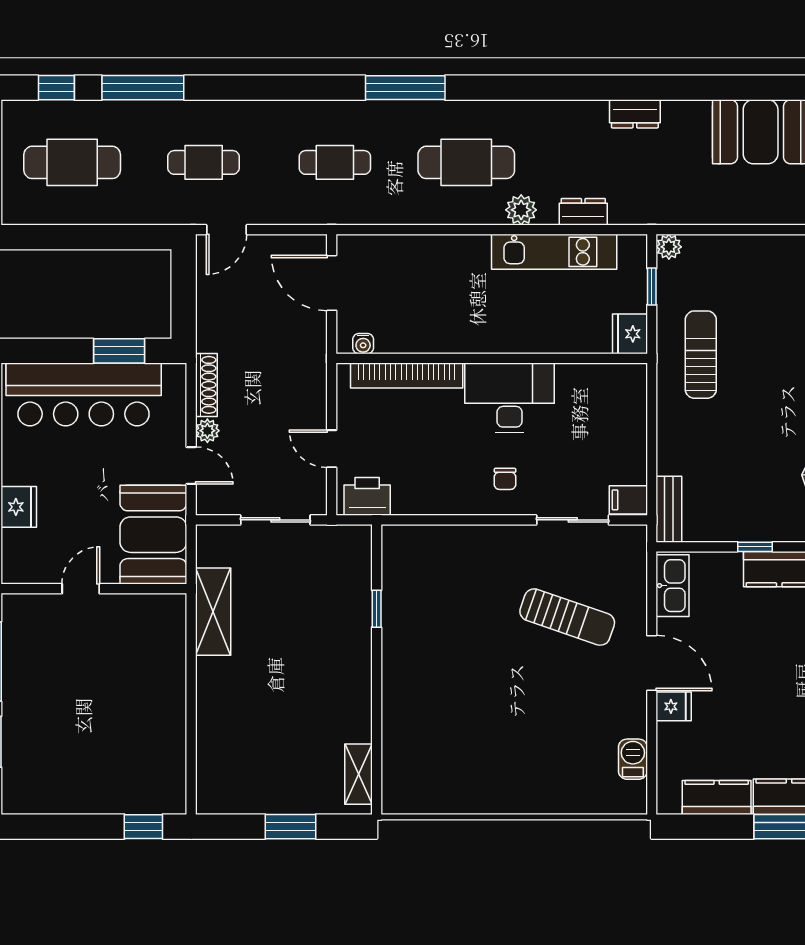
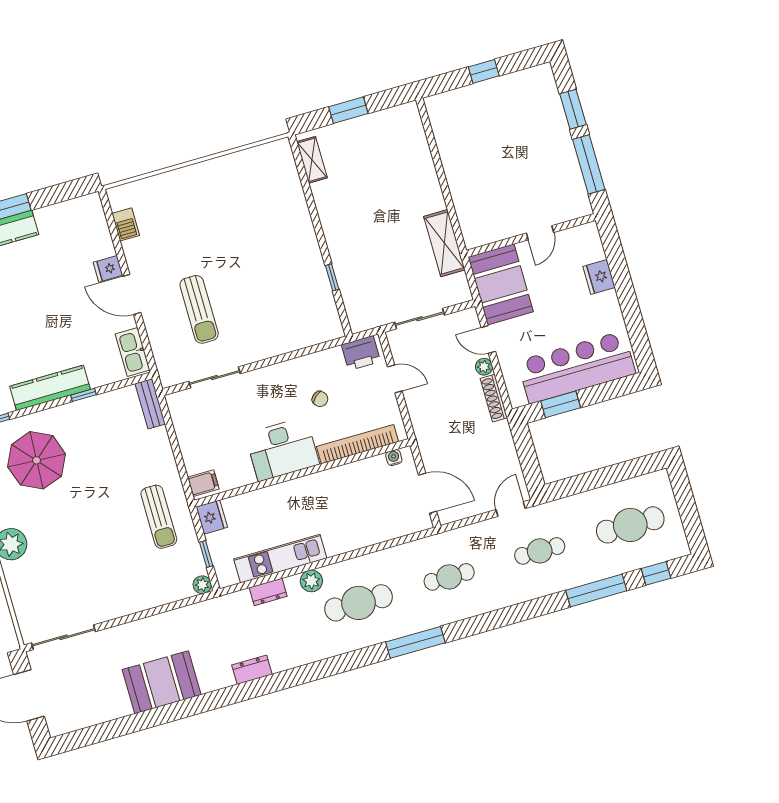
chair: (505, 479) -> (320, 399), moved, turned 139
filing cabinet: (628, 500) -> (203, 483), moved
sun lounger: (567, 617) -> (199, 309), turned -109
kitchen counter: (717, 797) -> (60, 215), removed
window: (143, 827) -> (484, 71), moved

